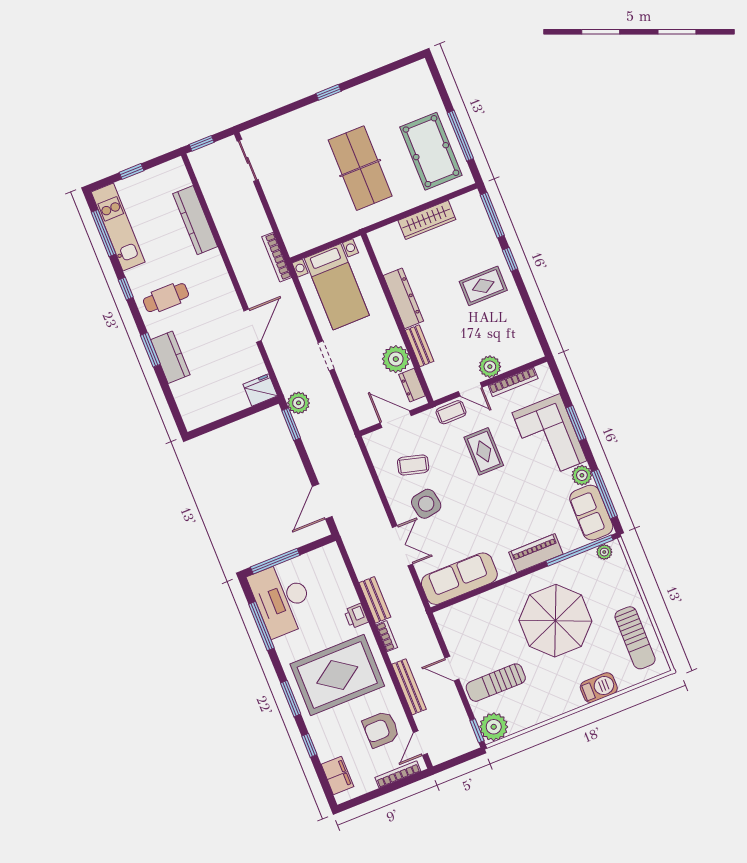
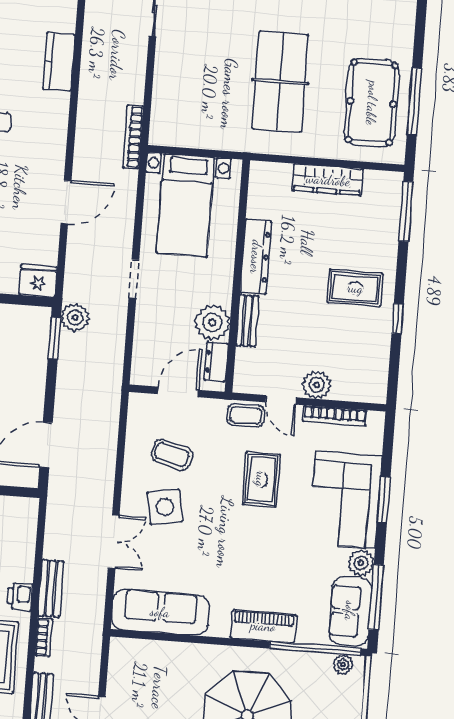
kitchen counter: (195, 220) -> (59, 62), width x0.67
window: (510, 259) -> (398, 319), moved
door: (396, 419) -> (178, 392), hinge flipped

